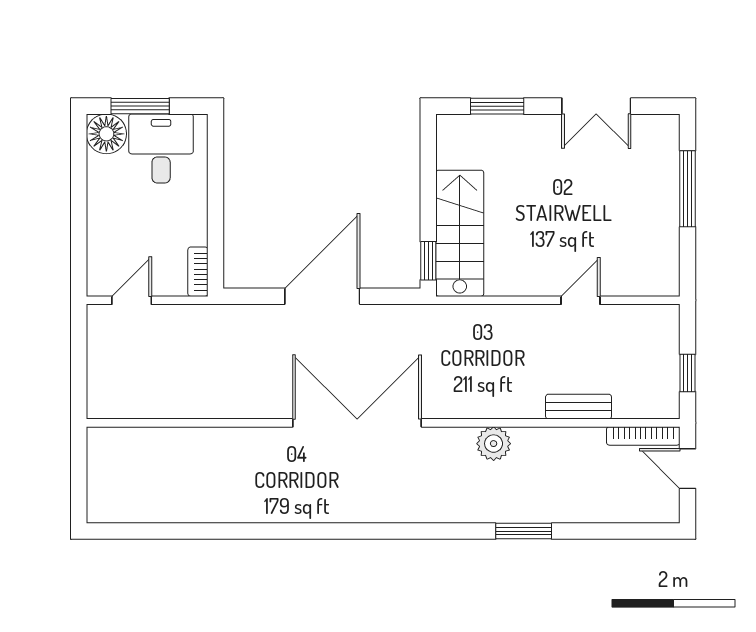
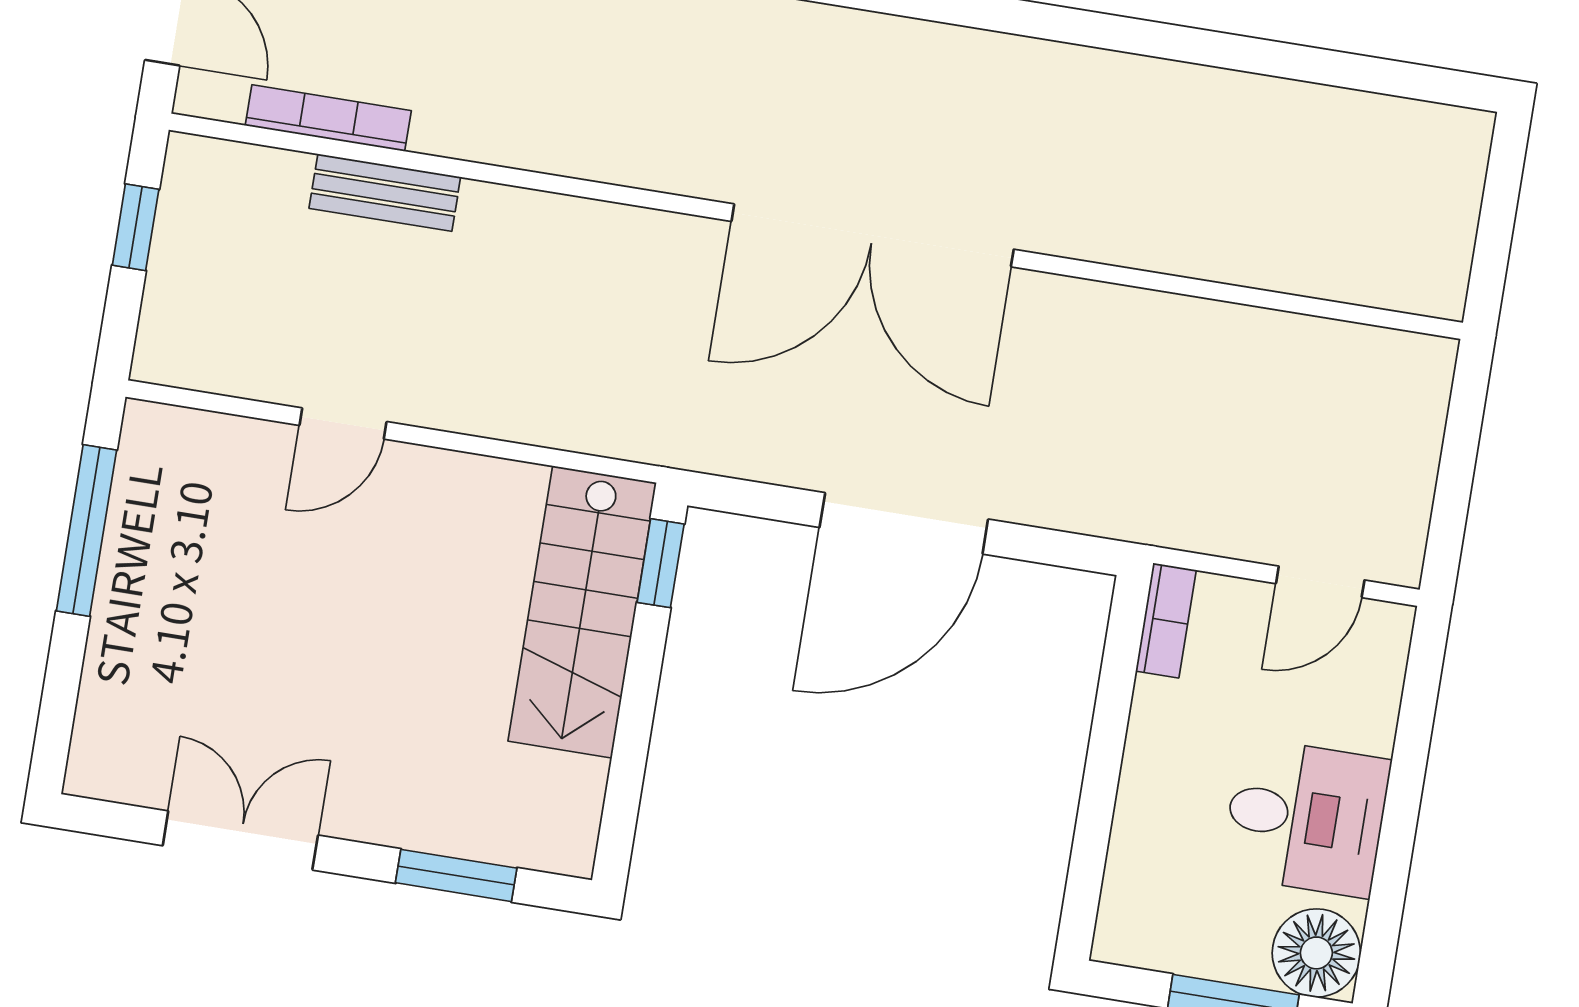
desk: (161, 148) -> (1306, 817), moved, turned -90
window: (688, 189) -> (86, 530), moved
bookcase: (643, 436) -> (328, 118), moved
plant: (494, 444) -> (583, 142), removed

